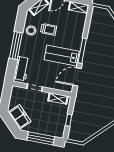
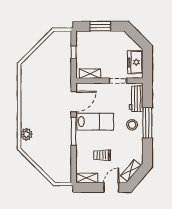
trolley: (49, 29) -> (102, 155), moved
stool: (31, 30) -> (132, 125), moved
freezer: (20, 117) -> (135, 62), moved, turned 45
window: (41, 138) -> (100, 26), width x0.69

